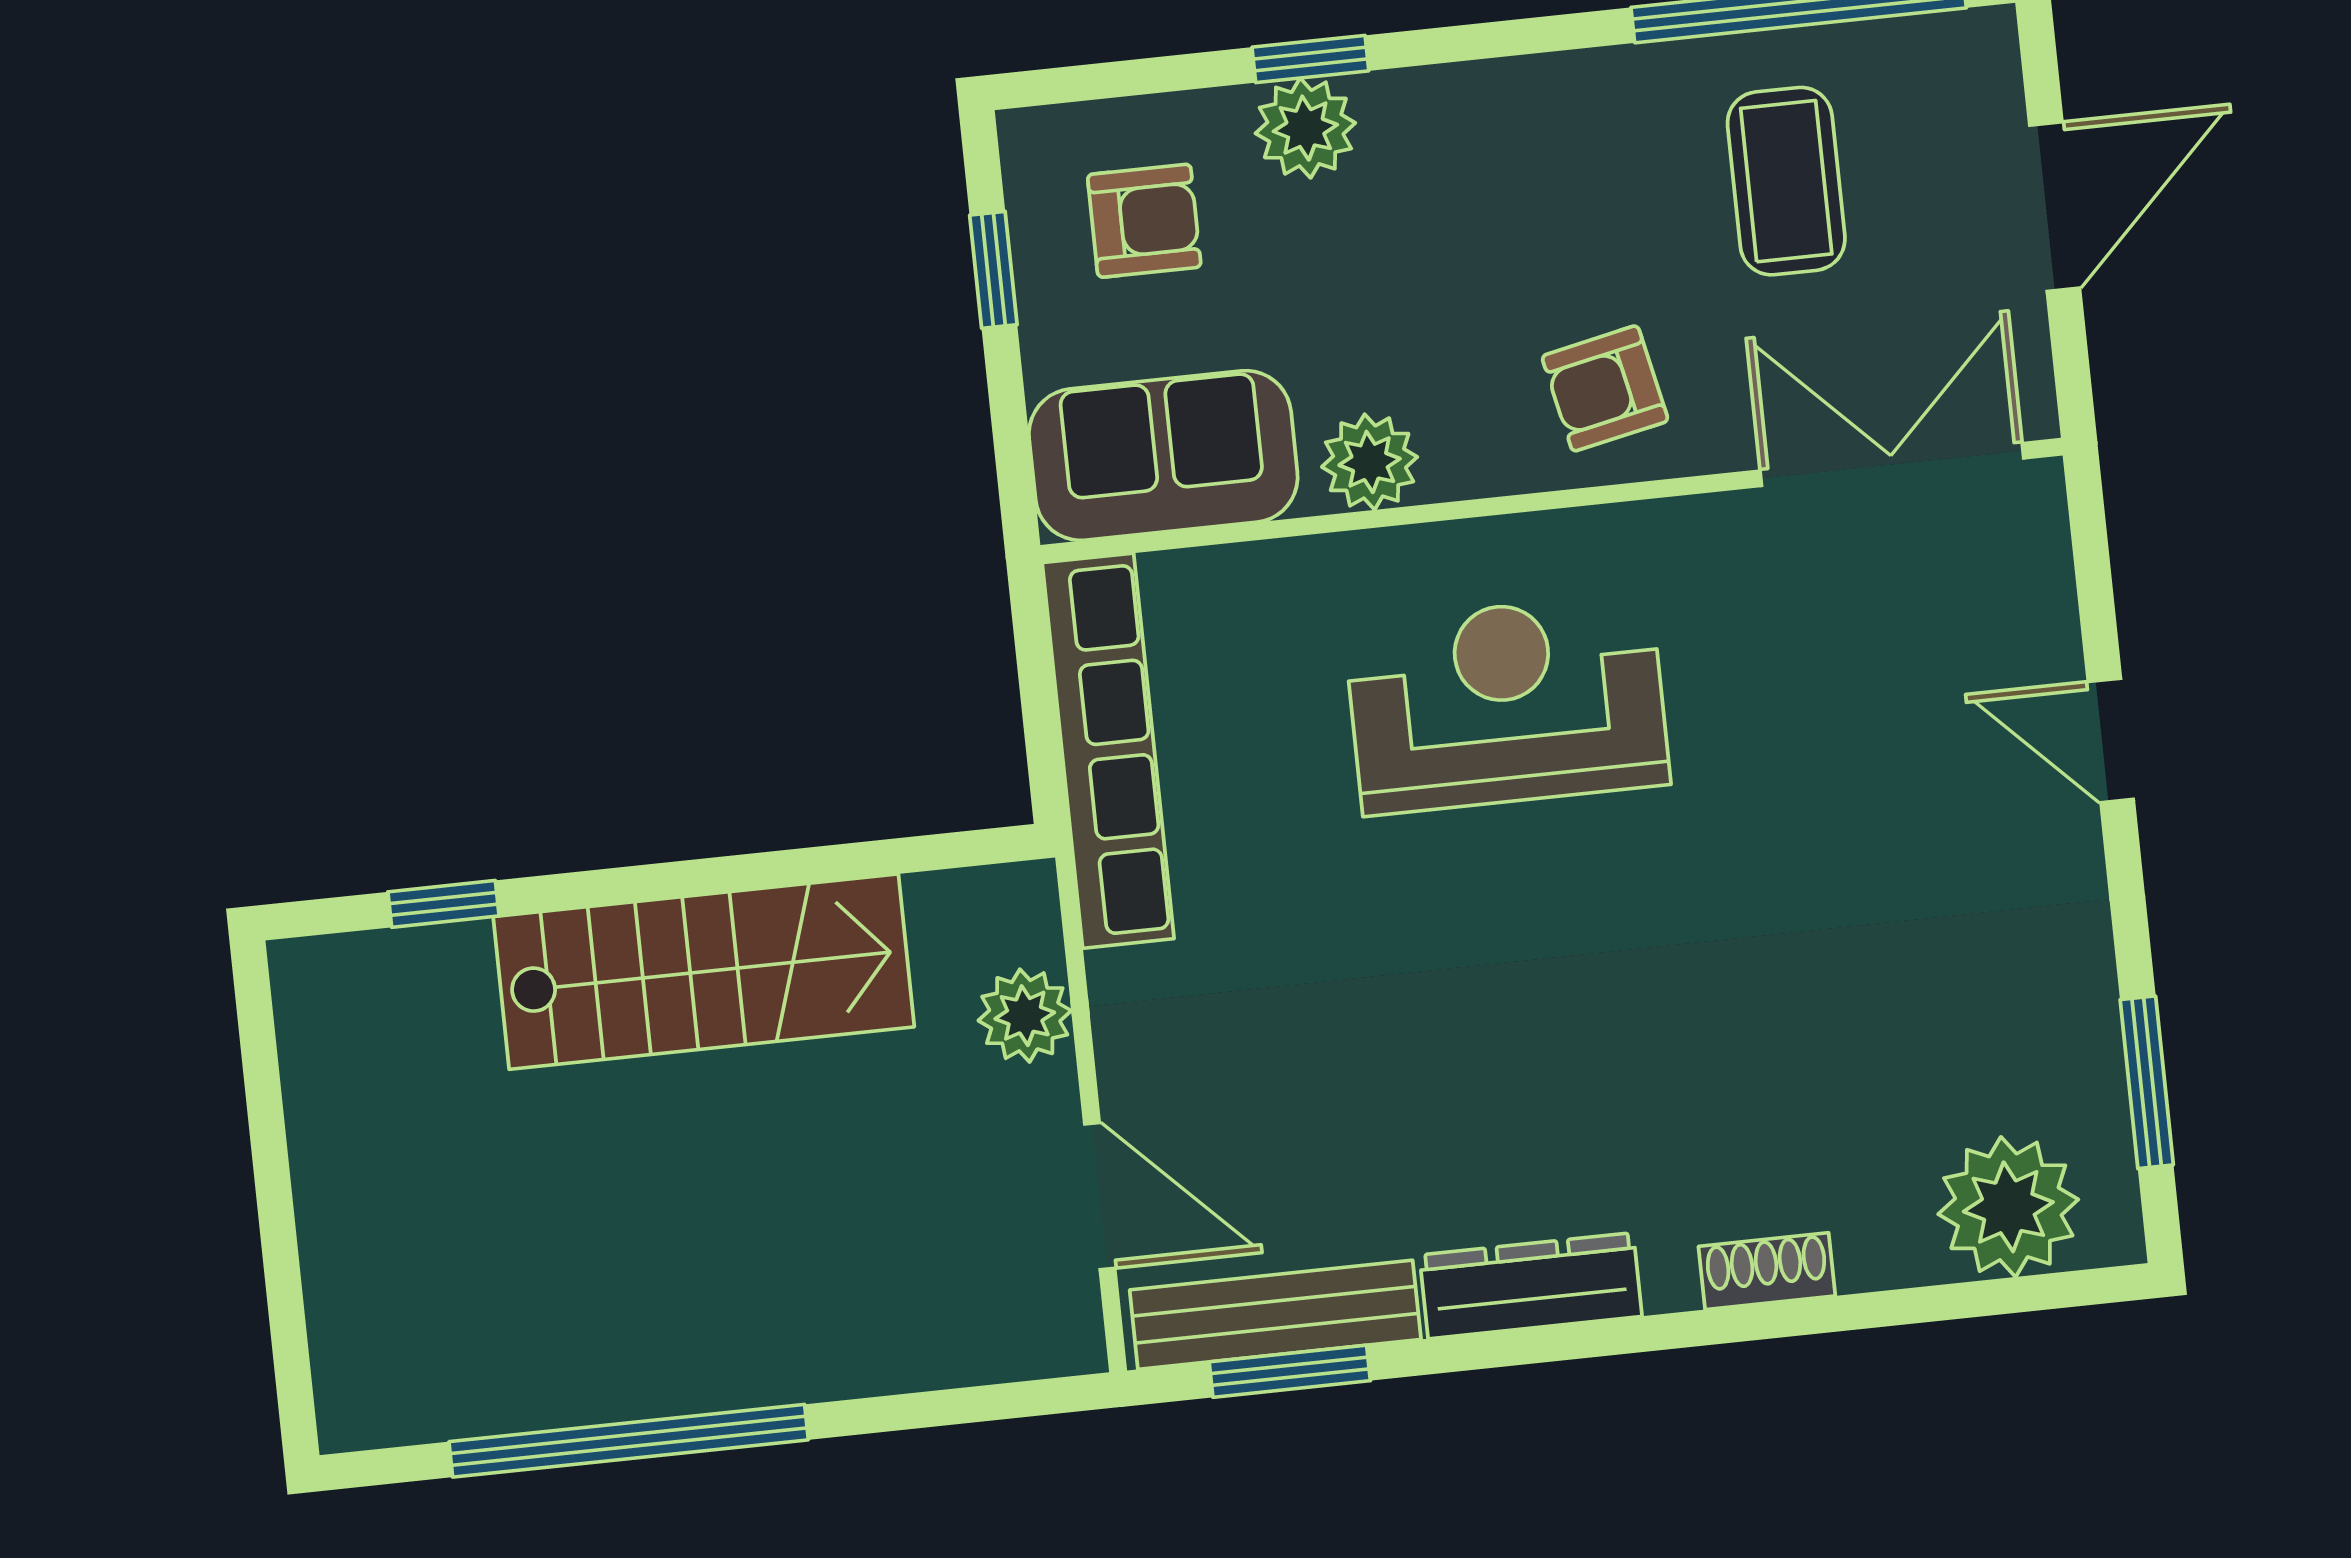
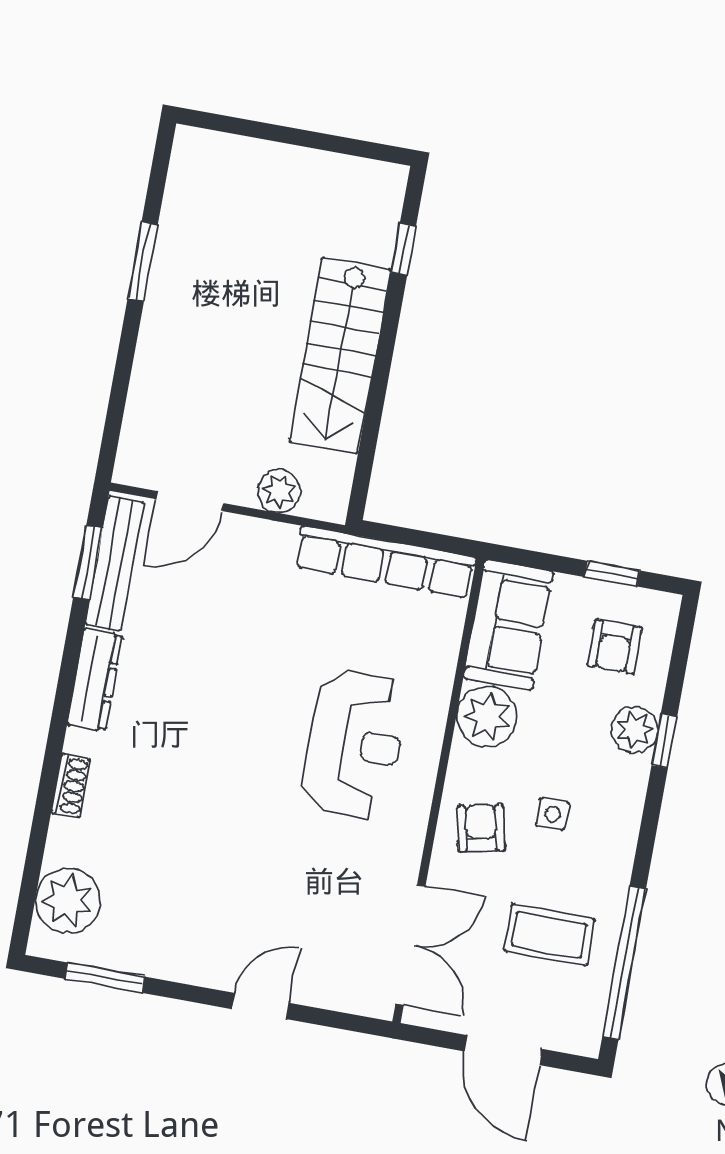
side table: (1532, 248) -> (552, 814), added
plant: (1370, 462) -> (487, 716), width x1.36, depth x1.36
window: (629, 1441) -> (143, 262), width x0.47

